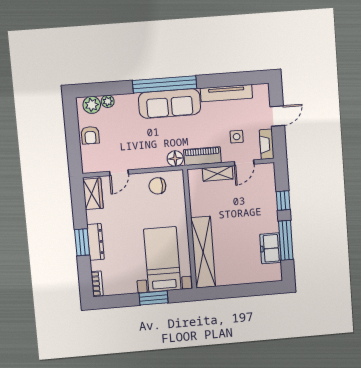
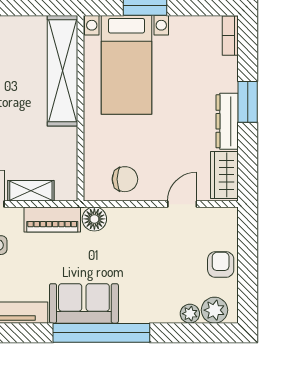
sofa: (170, 103) -> (84, 303), width x0.73
dresser: (95, 242) -> (227, 121), moved

